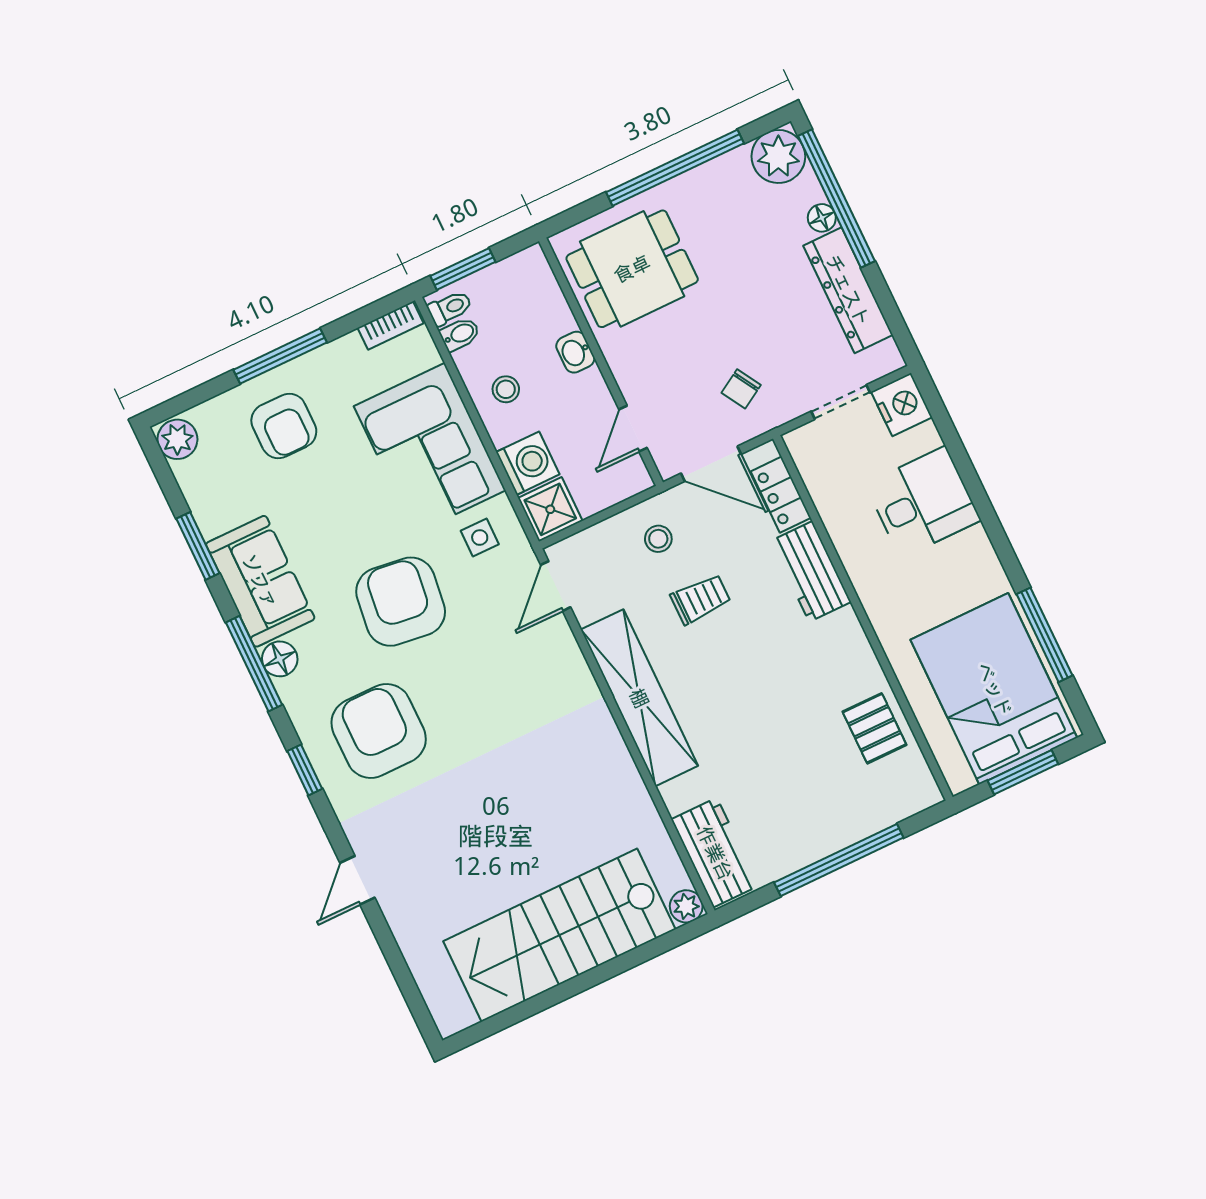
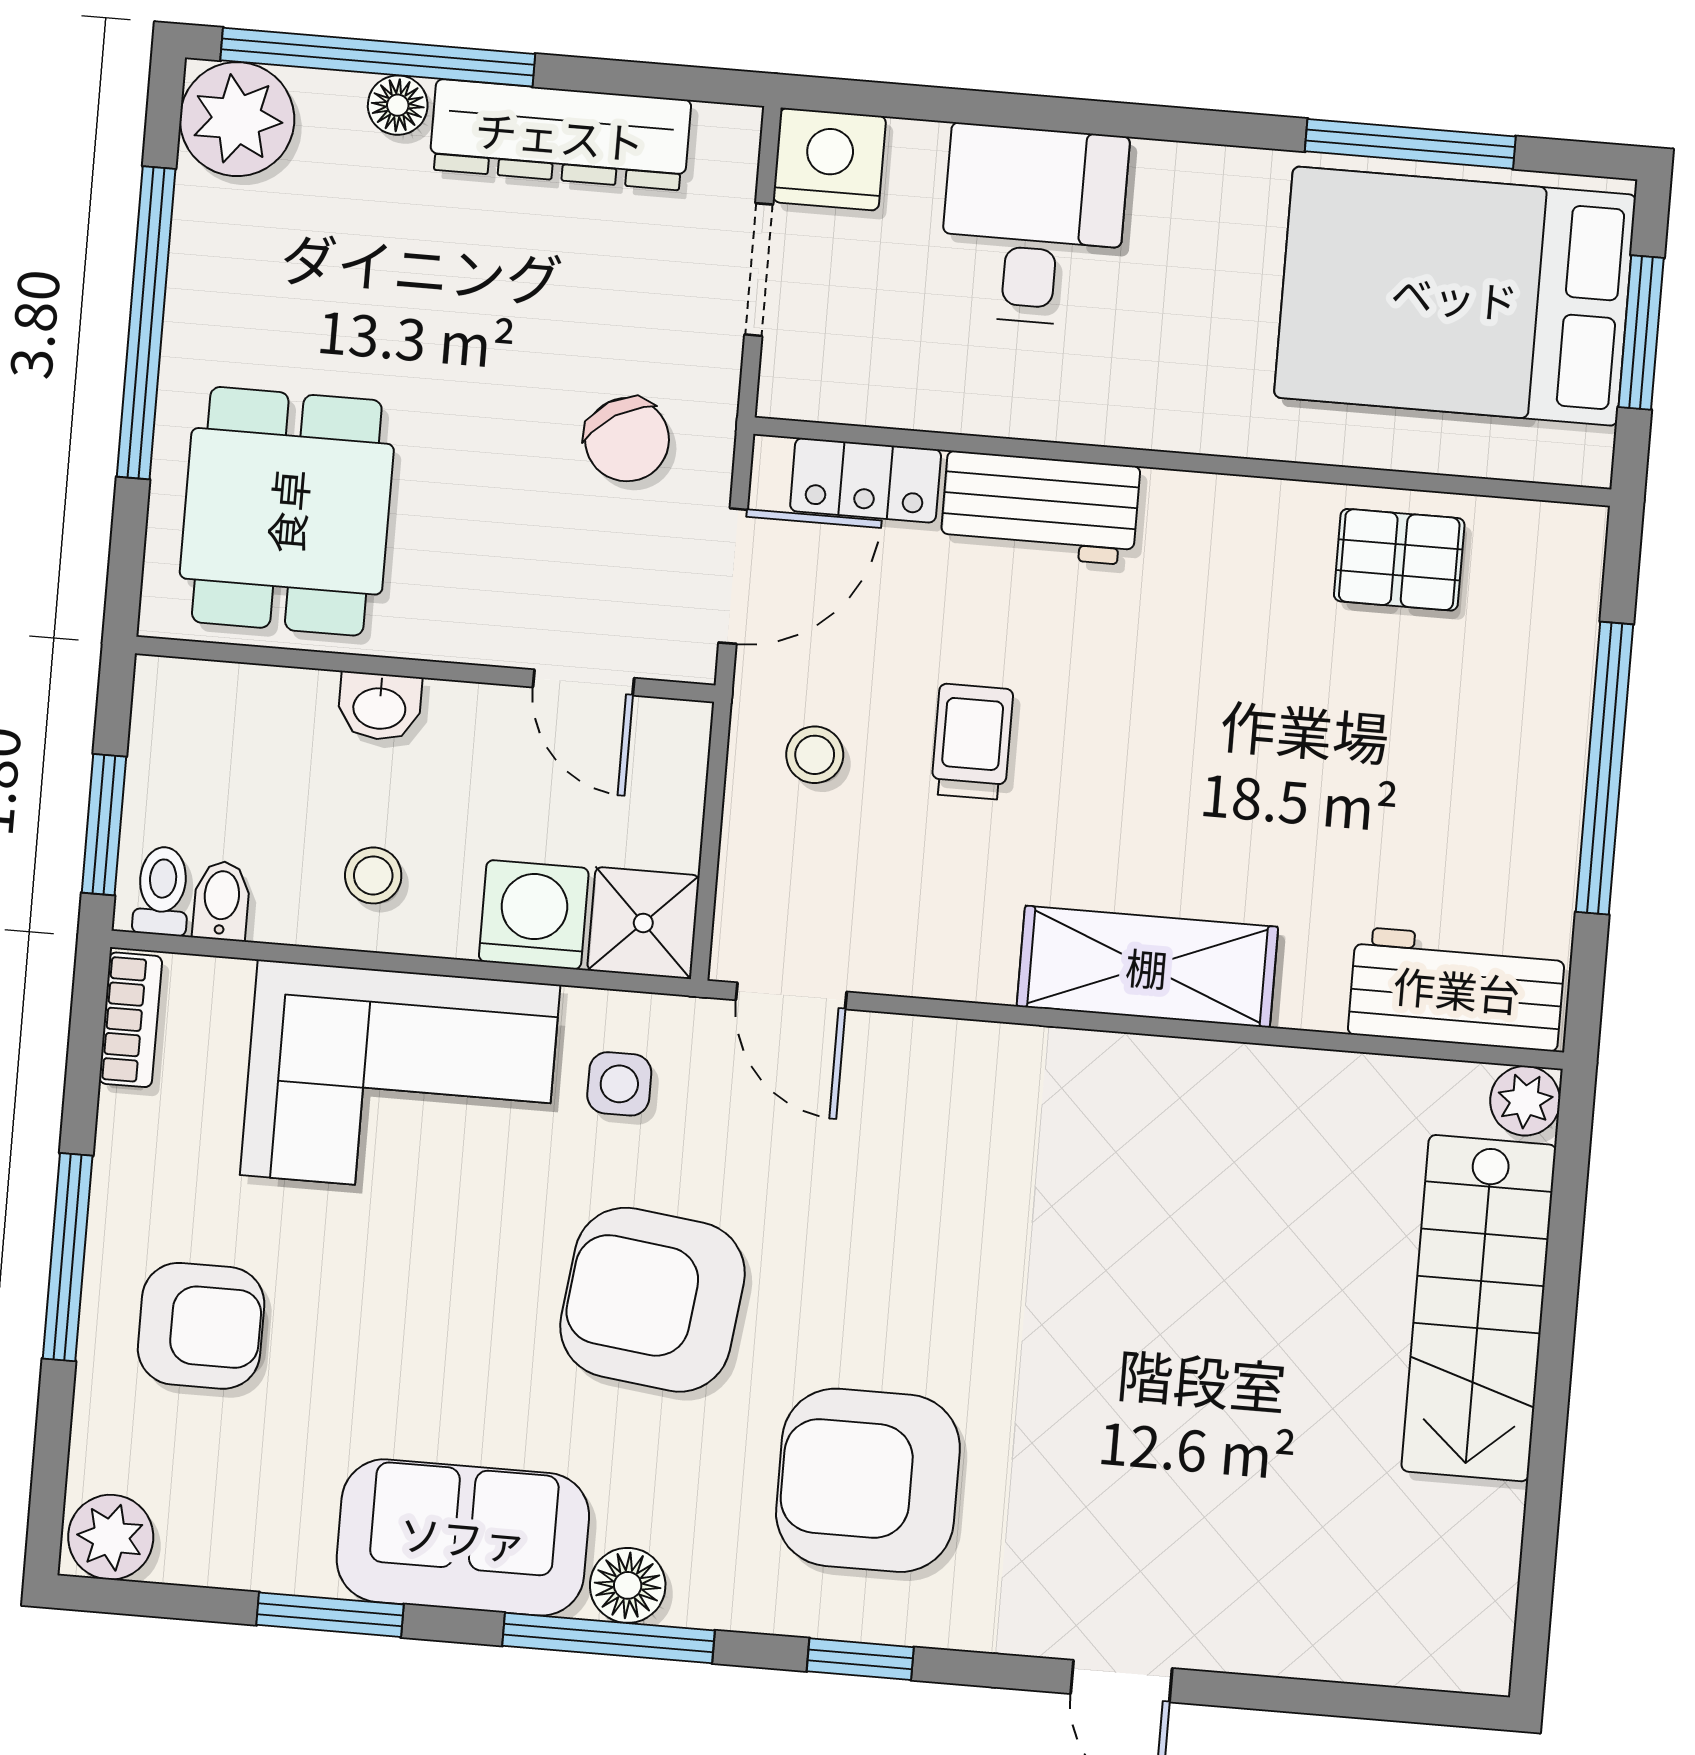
chair: (741, 389) -> (627, 440), width x1.37, depth x1.37
shelving: (639, 698) -> (1147, 967), width x0.68
stairs: (559, 935) -> (1479, 1308), width x0.73, depth x0.66

